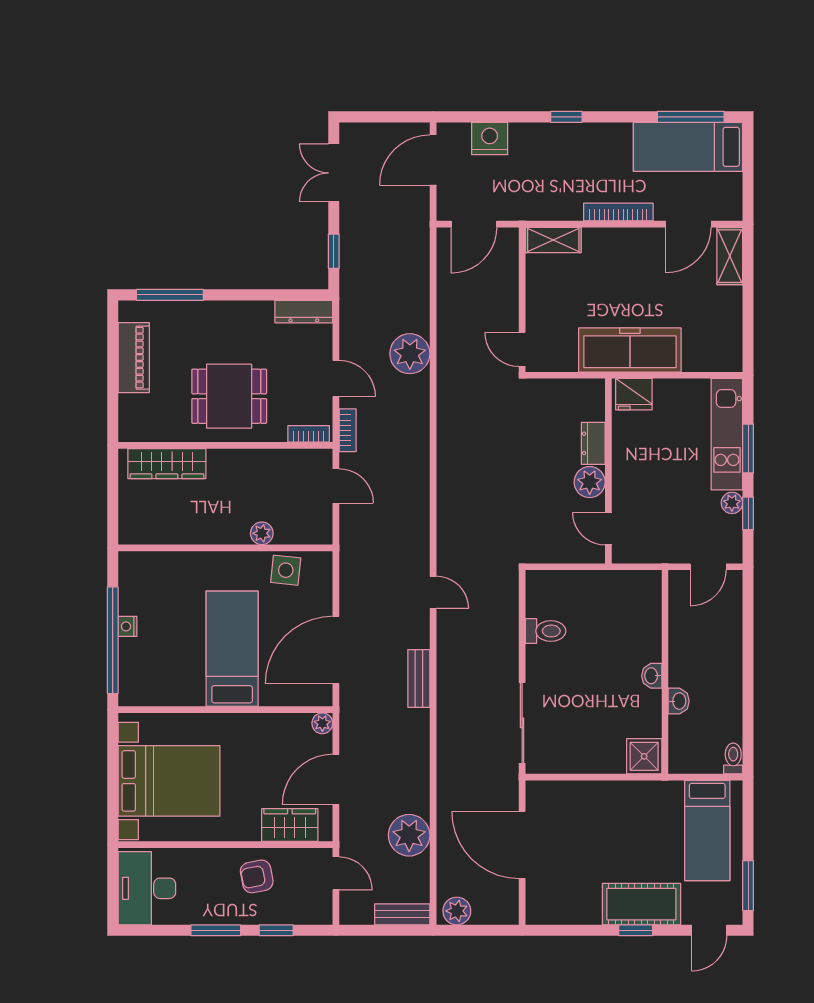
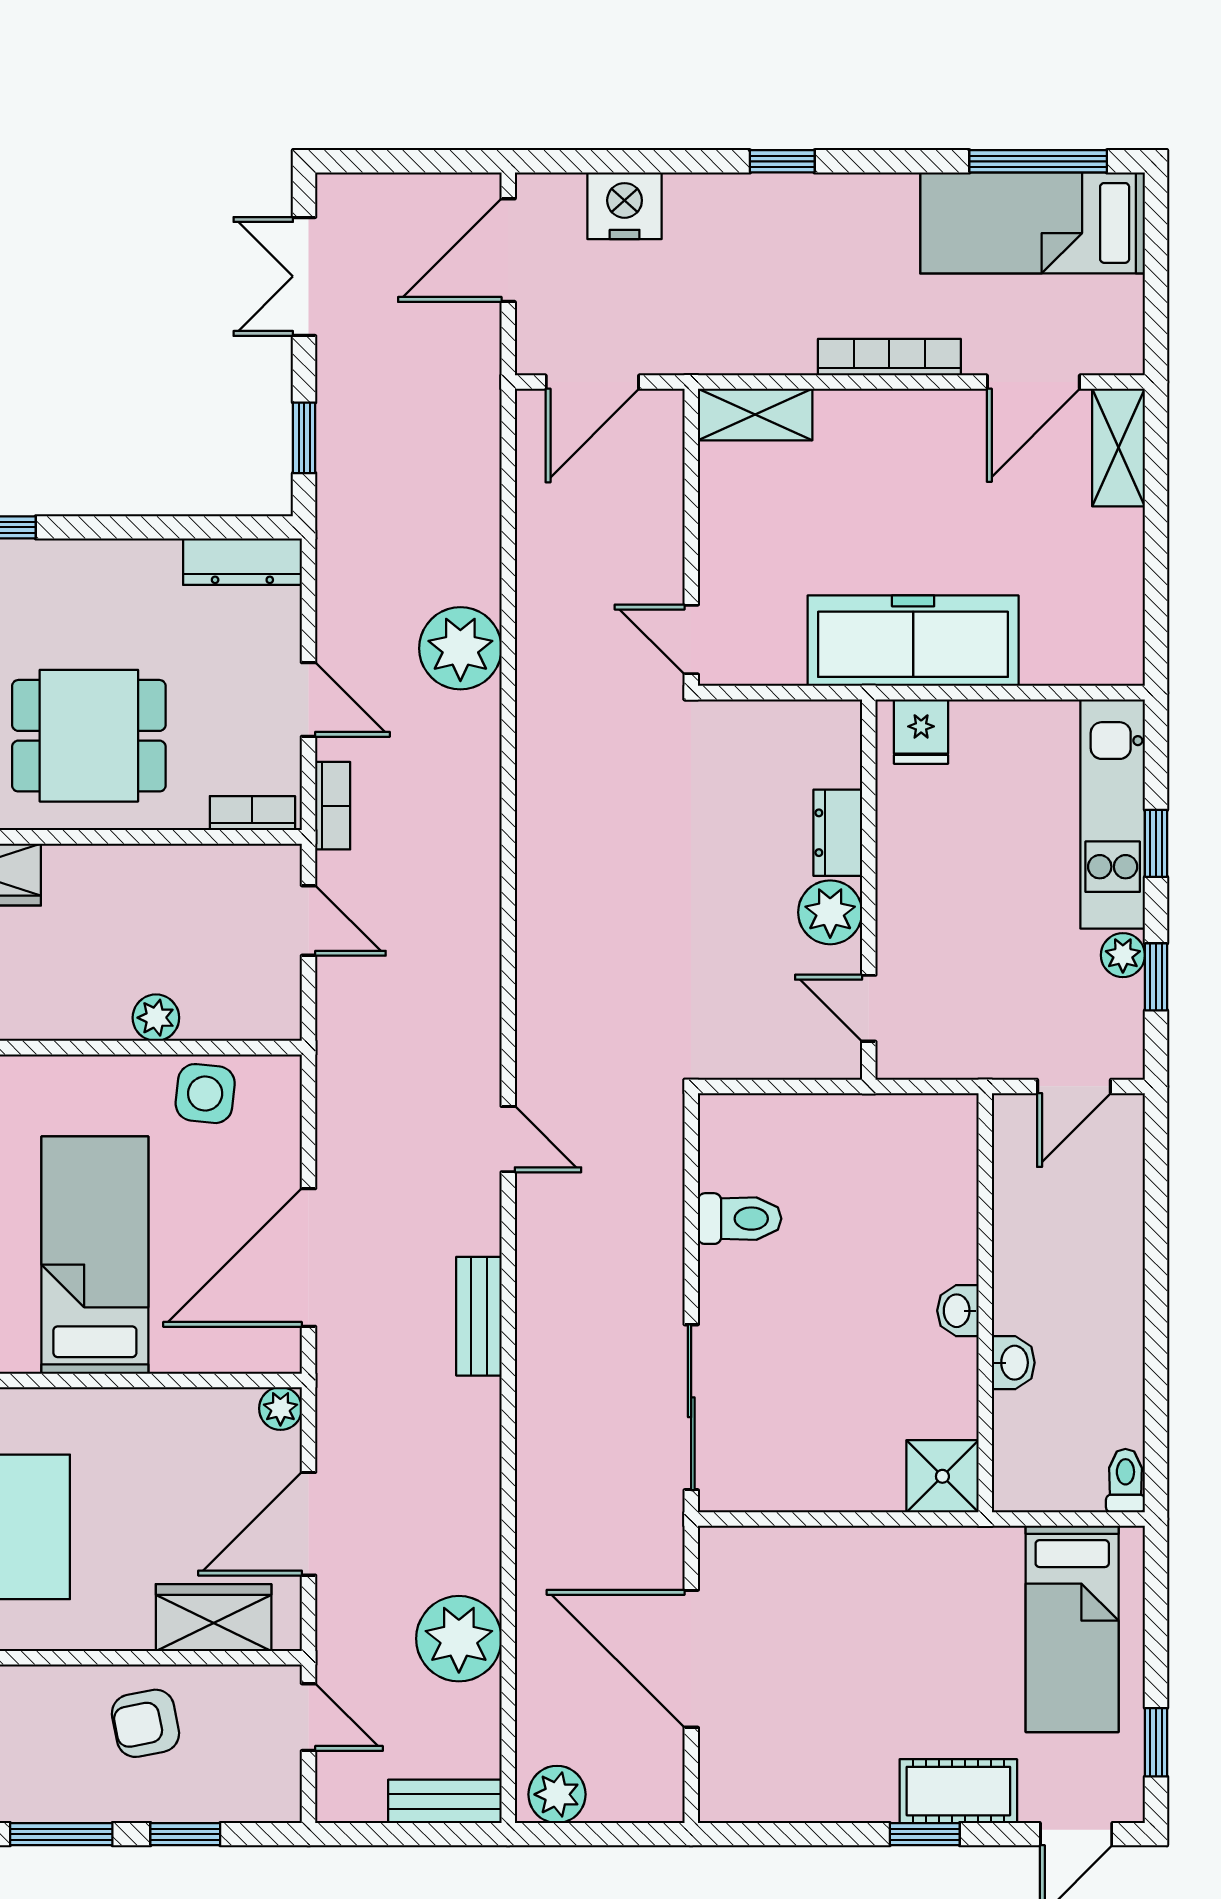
fridge: (634, 394) -> (921, 732), width x0.72
window: (748, 449) -> (1156, 843), width x0.67
window: (748, 886) -> (1156, 1742), width x0.67
cot: (641, 904) -> (958, 1791), width x0.73, depth x0.75

